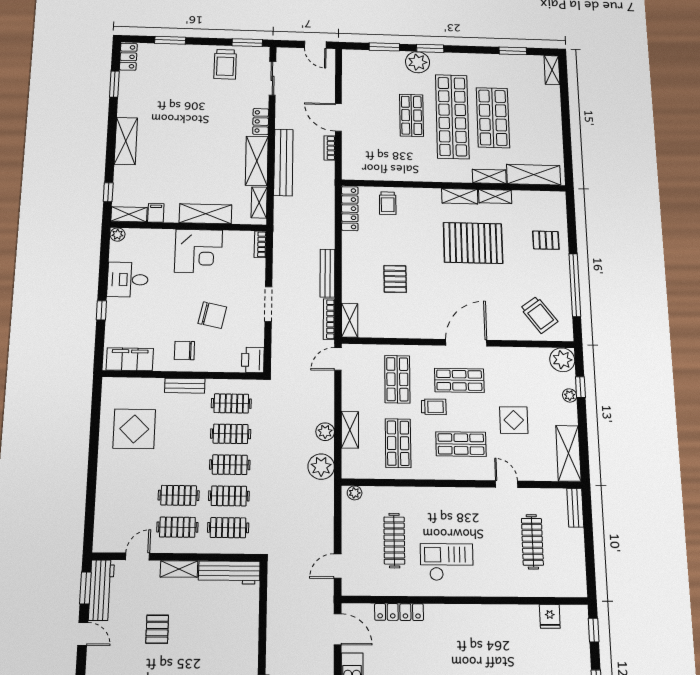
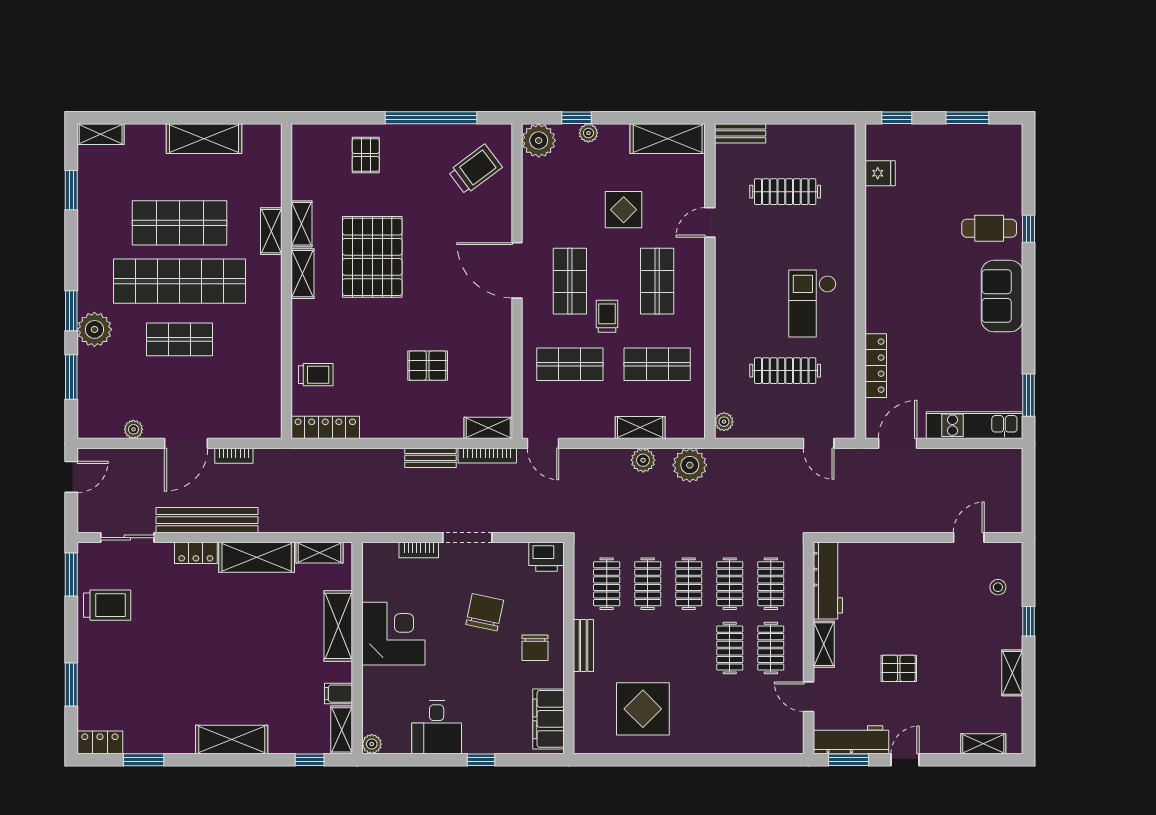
plant: (348, 84) -> (133, 429), added
bench: (283, 162) -> (207, 520), moved
shelving: (534, 175) -> (204, 139), moved, turned 90
bookcase: (260, 244) -> (419, 550), moved
bench: (328, 273) -> (431, 458), width x0.73

